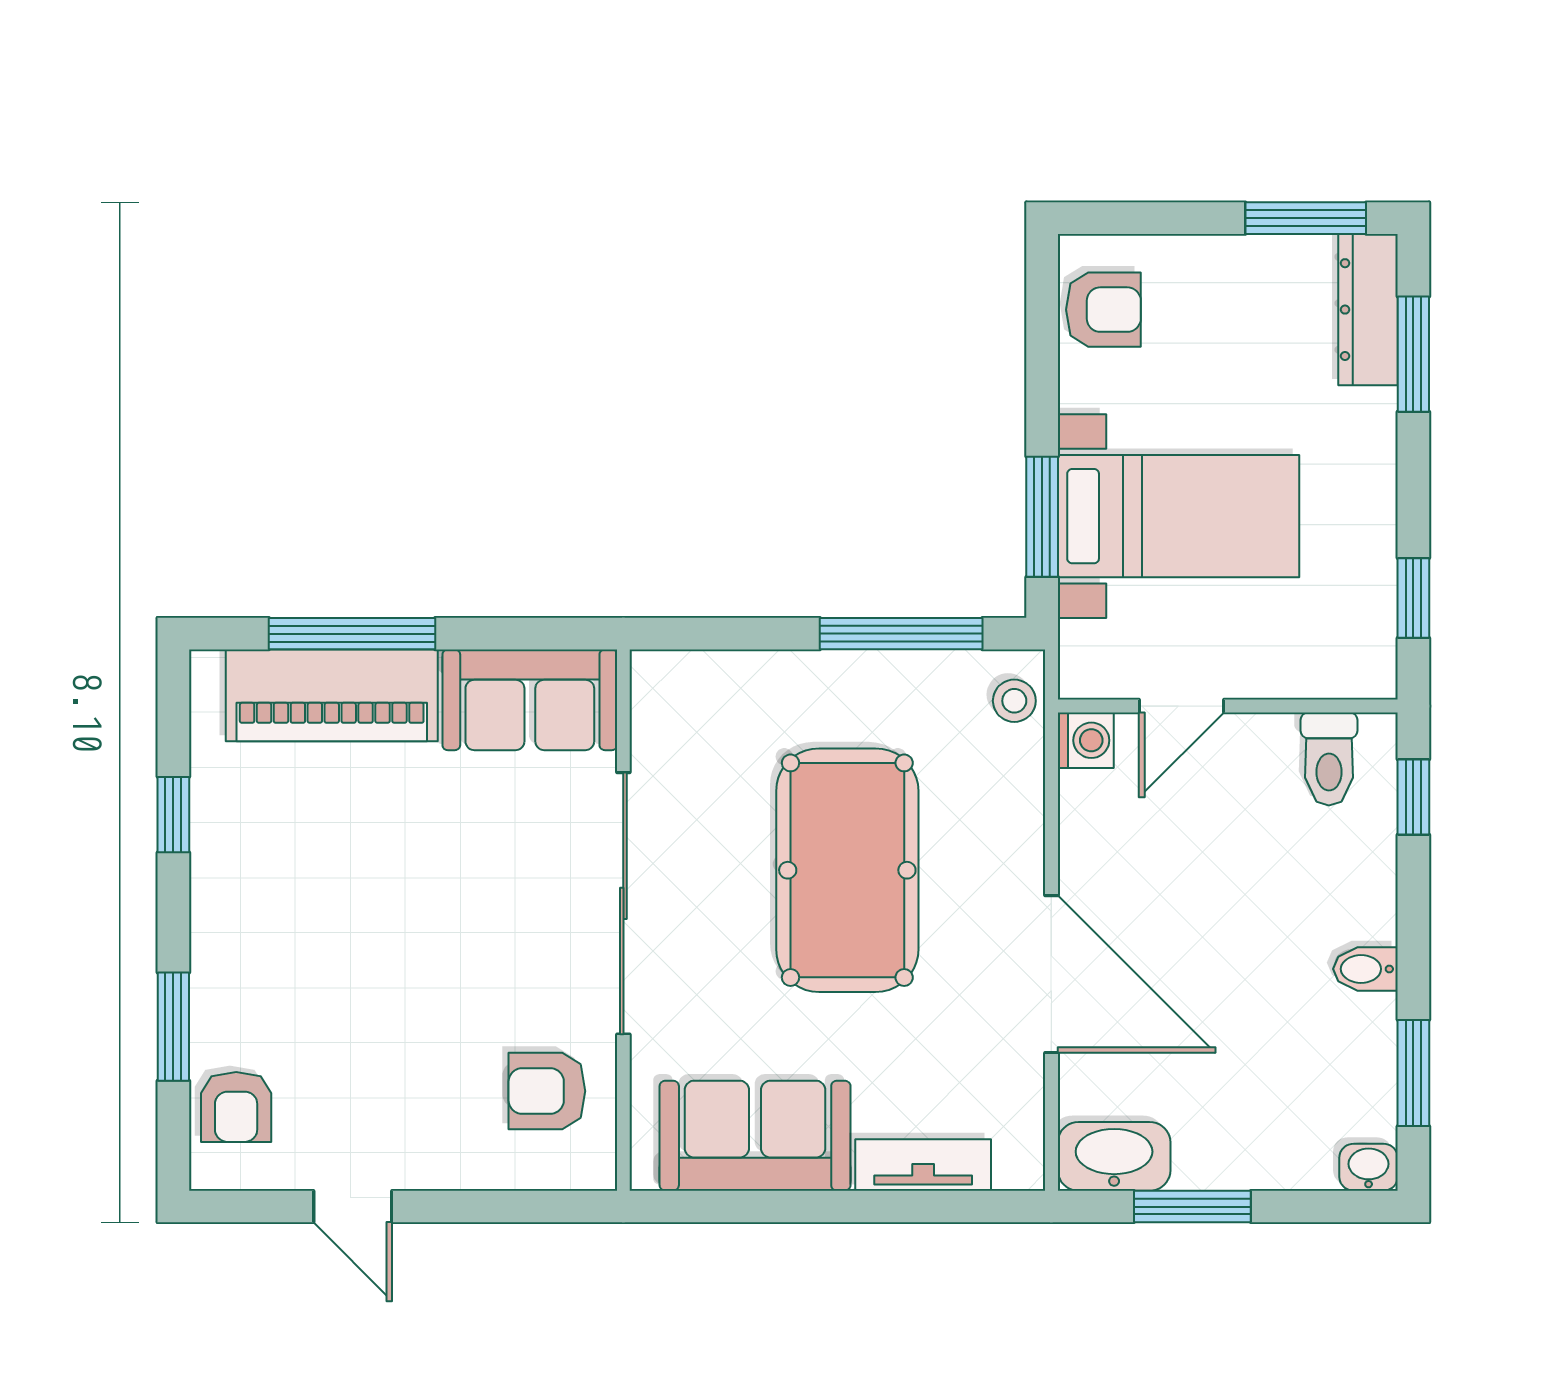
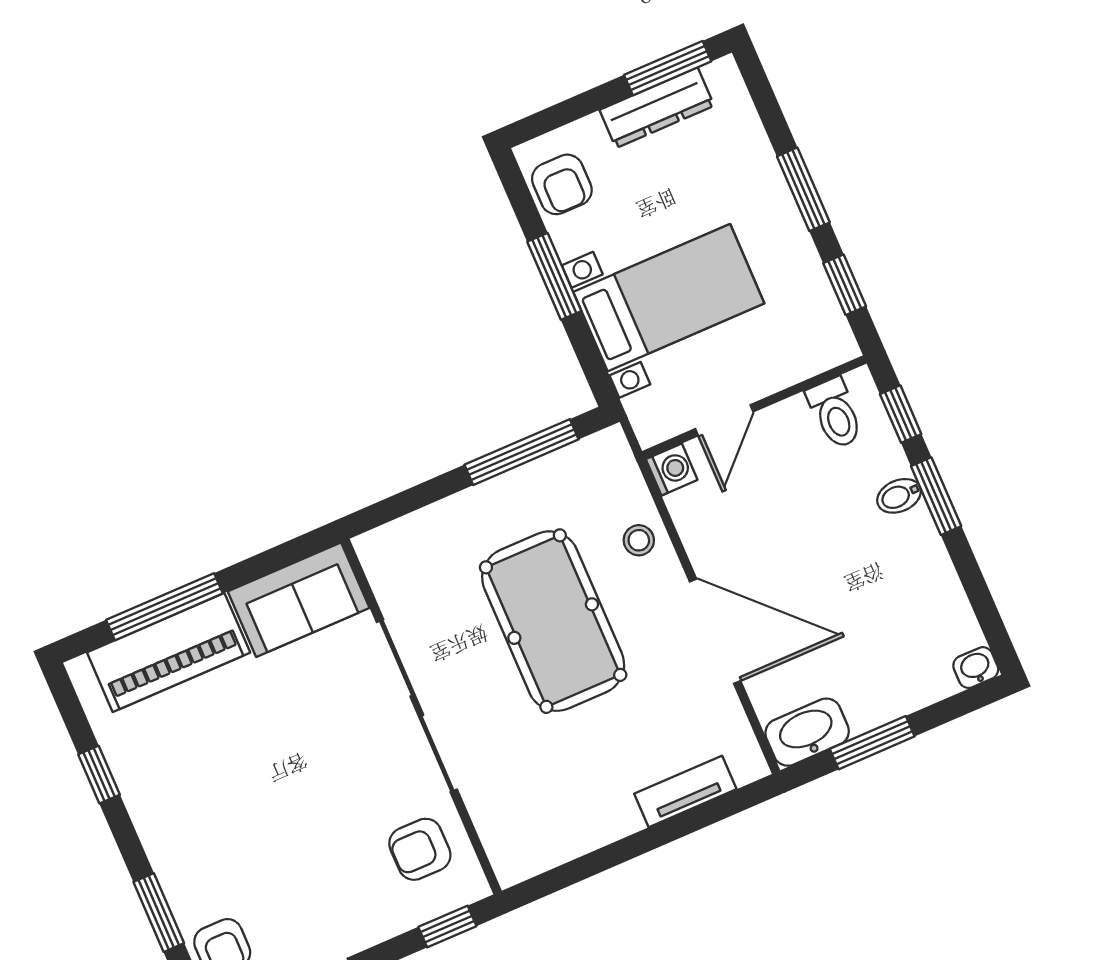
armchair: (1103, 310) -> (562, 184), turned 90
dresser: (1368, 310) -> (657, 108), moved, turned -90
window: (1413, 354) -> (803, 189), moved
window: (1042, 517) -> (554, 276), moved
stool: (1014, 701) -> (639, 540), moved
bidet: (1365, 969) -> (899, 496), moved
window: (1413, 1073) -> (936, 496), moved
sofa: (755, 1136) -> (568, 820), removed
window: (539, 1207) -> (447, 927), added

